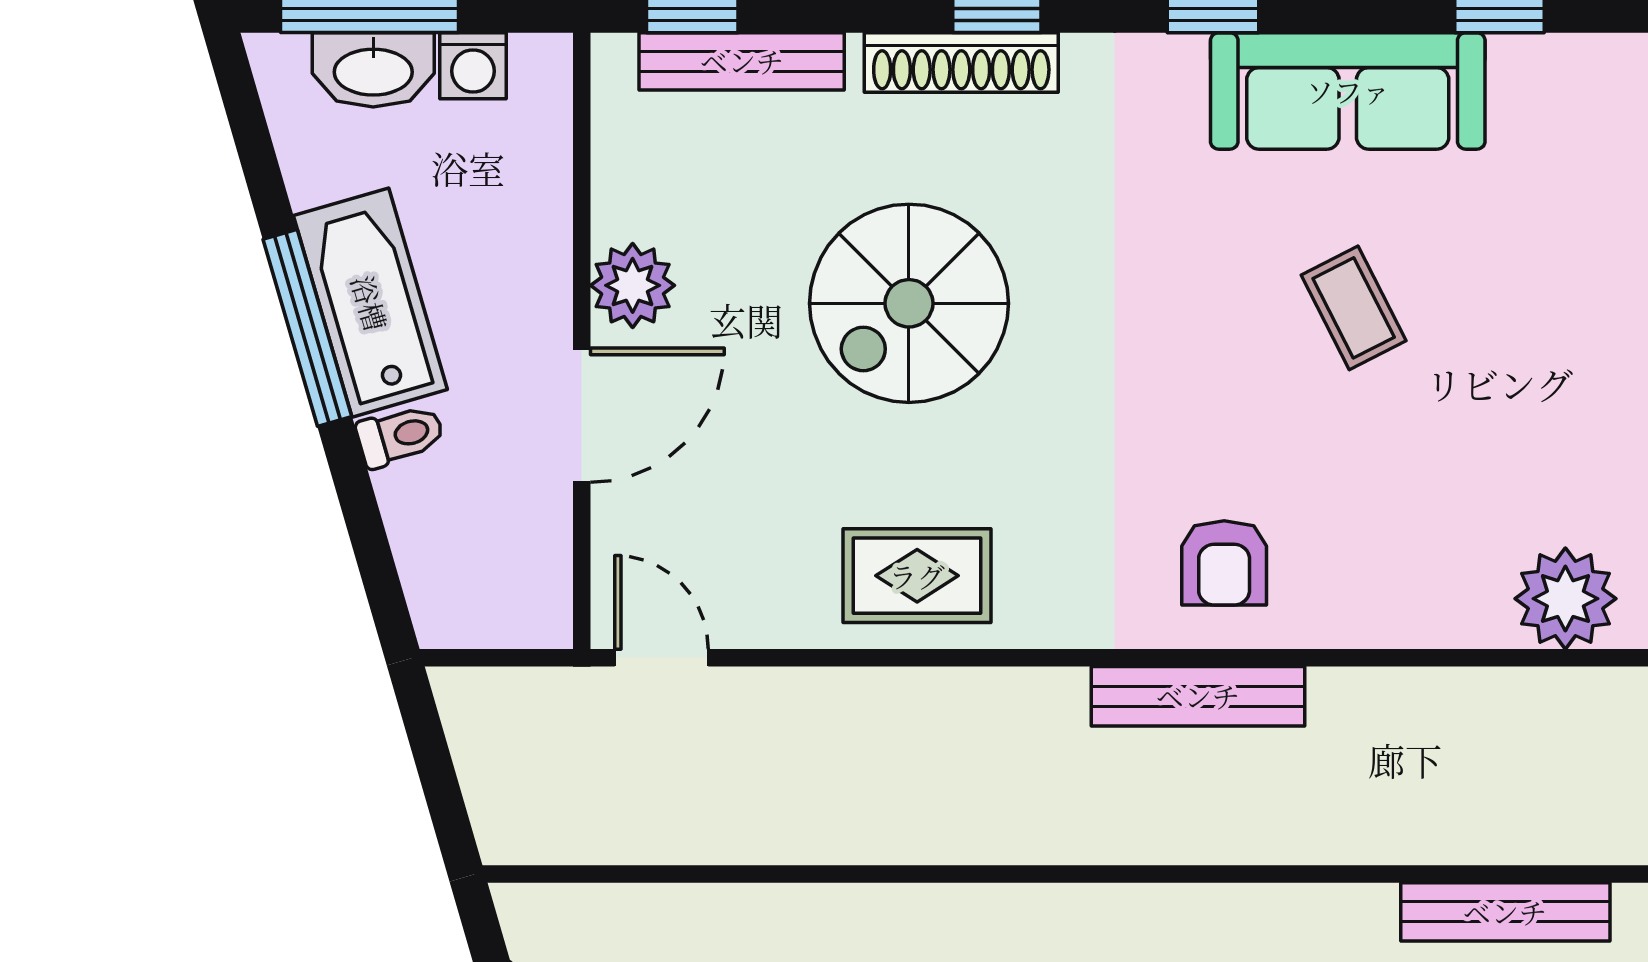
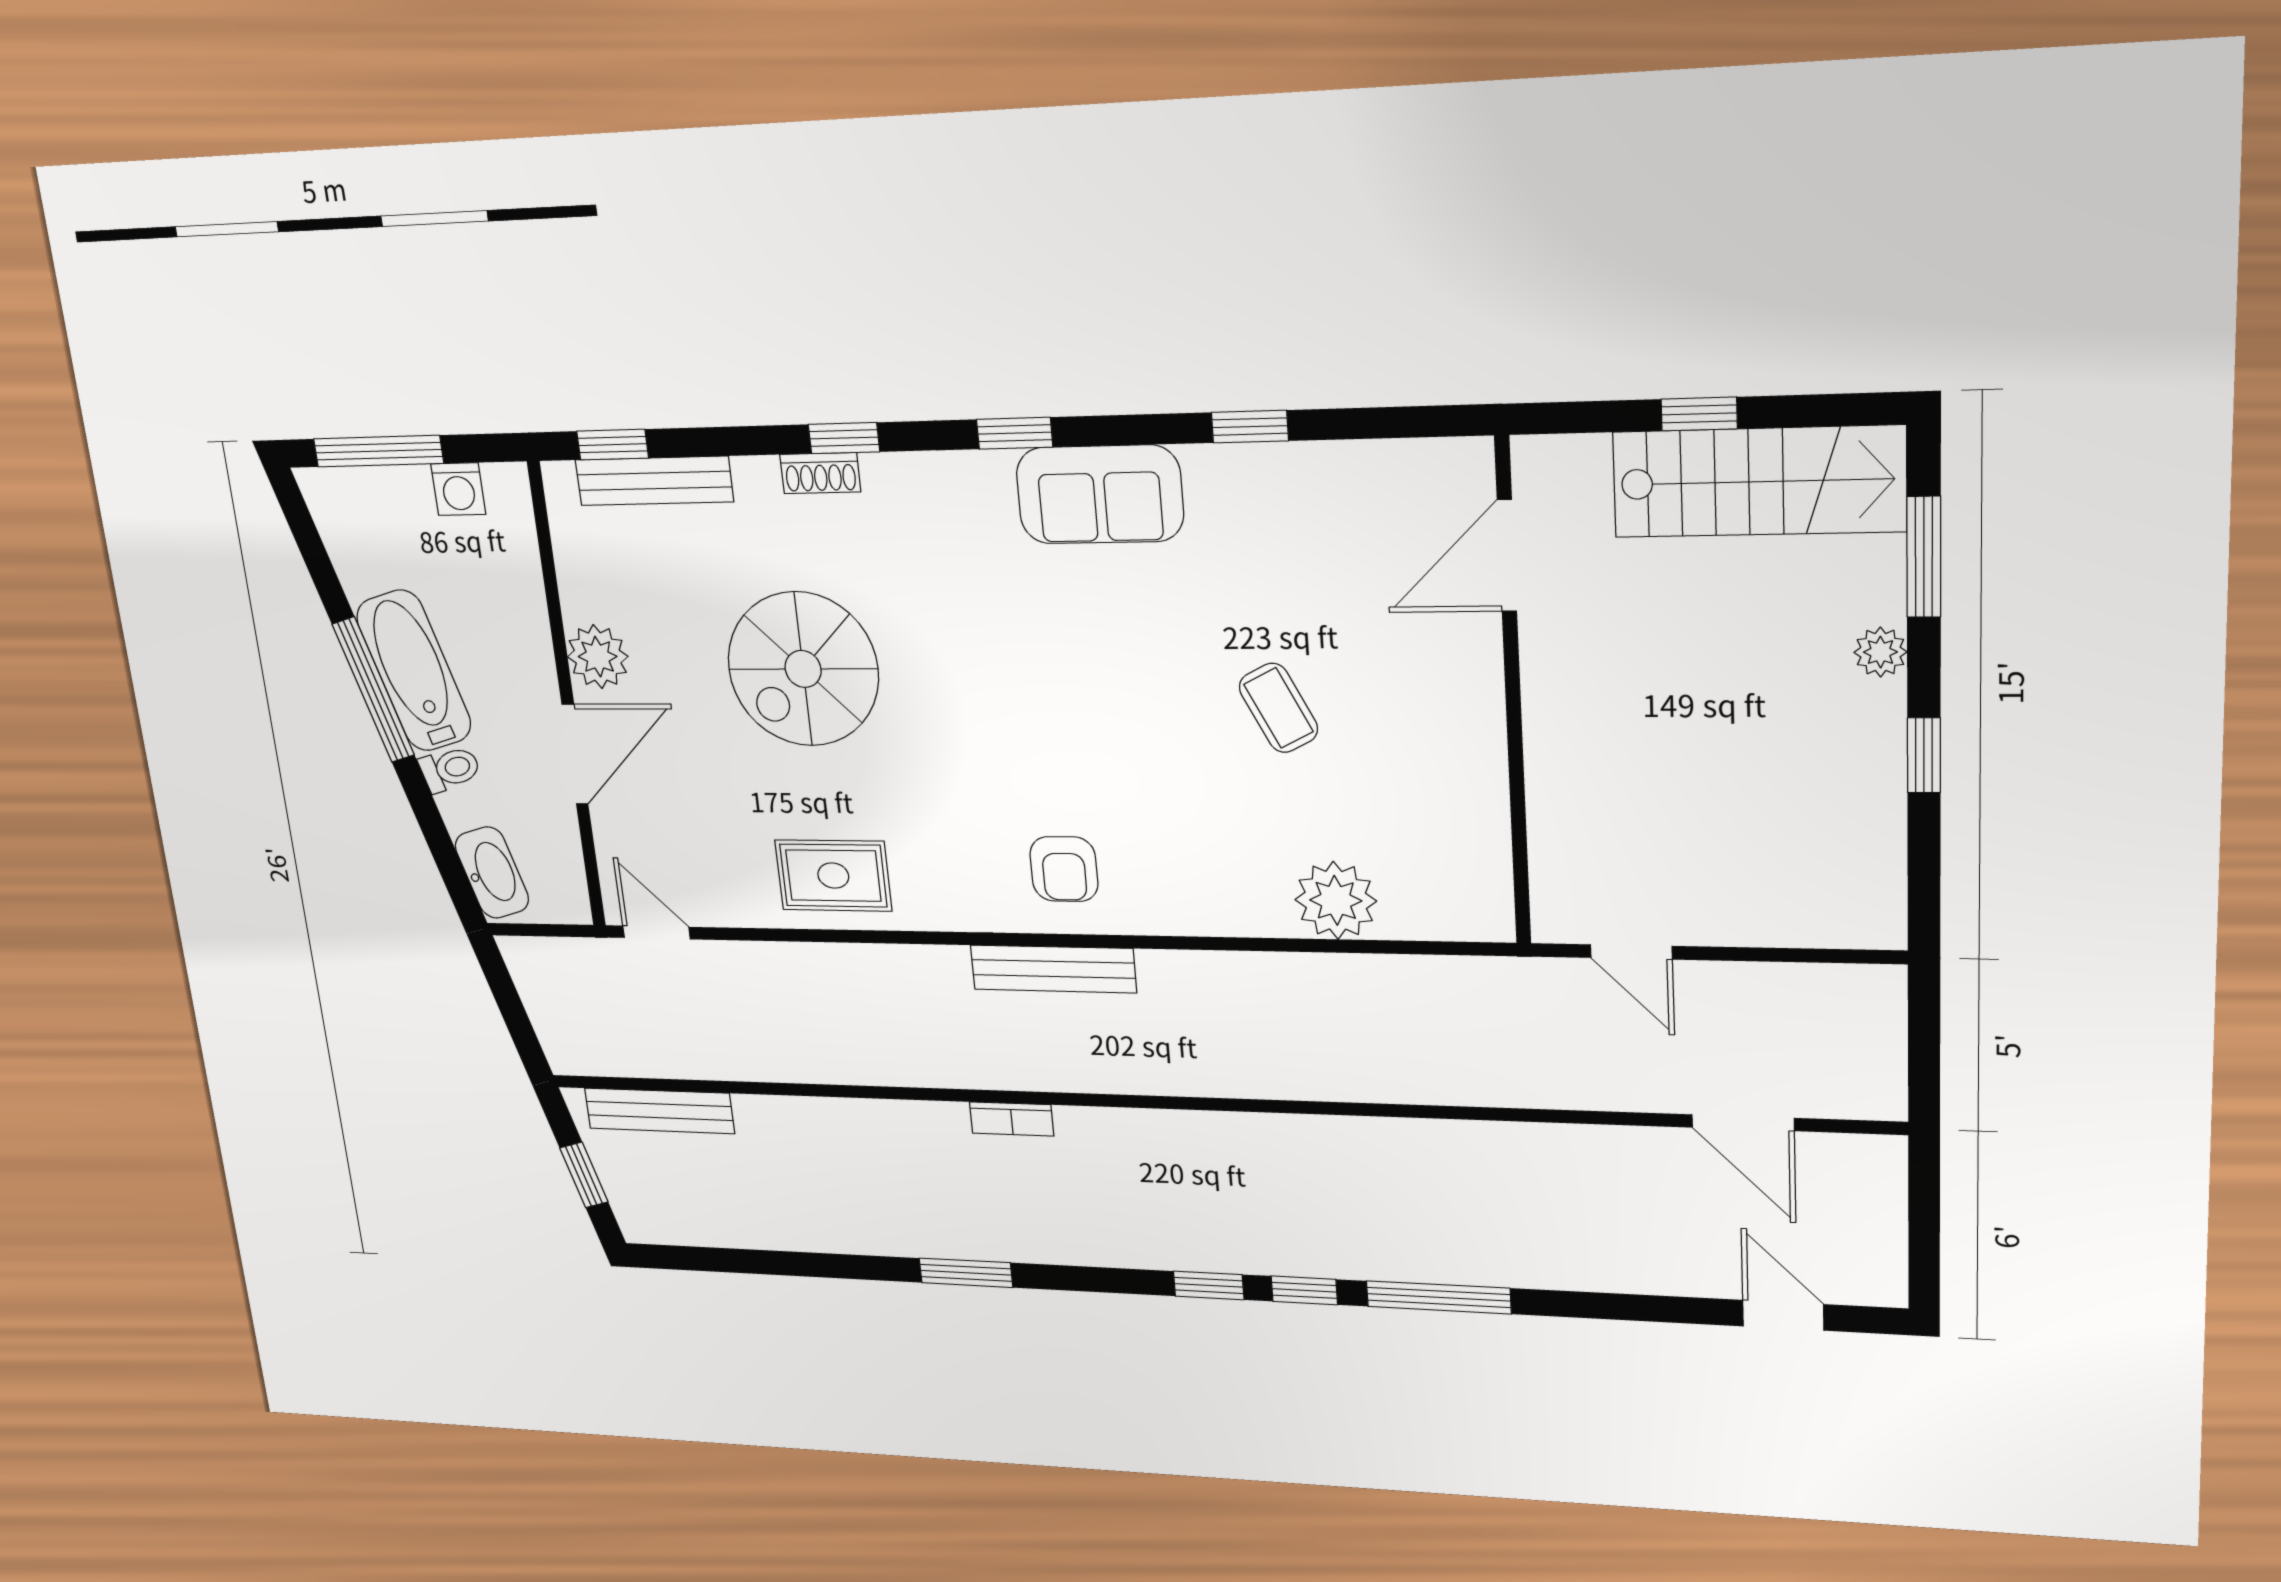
shoe rack: (961, 63) -> (820, 473), width x0.51, depth x0.81
washbasin: (373, 70) -> (492, 873), moved, turned -106
sofa: (1348, 91) -> (1100, 495), width x0.73
coffee table: (1354, 308) -> (1278, 708), moved
bookcase: (1123, 904) -> (1012, 1119), added
bench: (1505, 912) -> (659, 1111), moved

